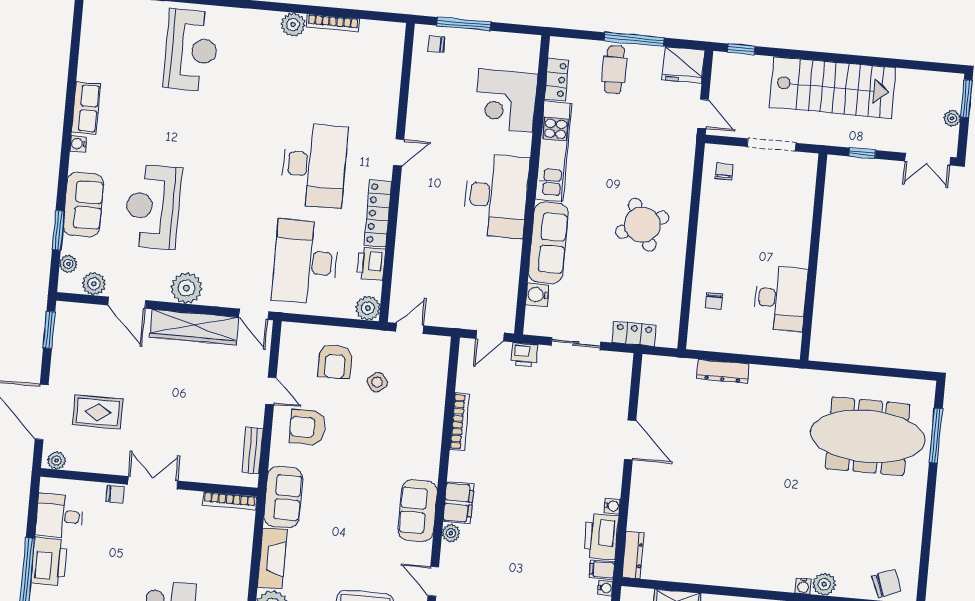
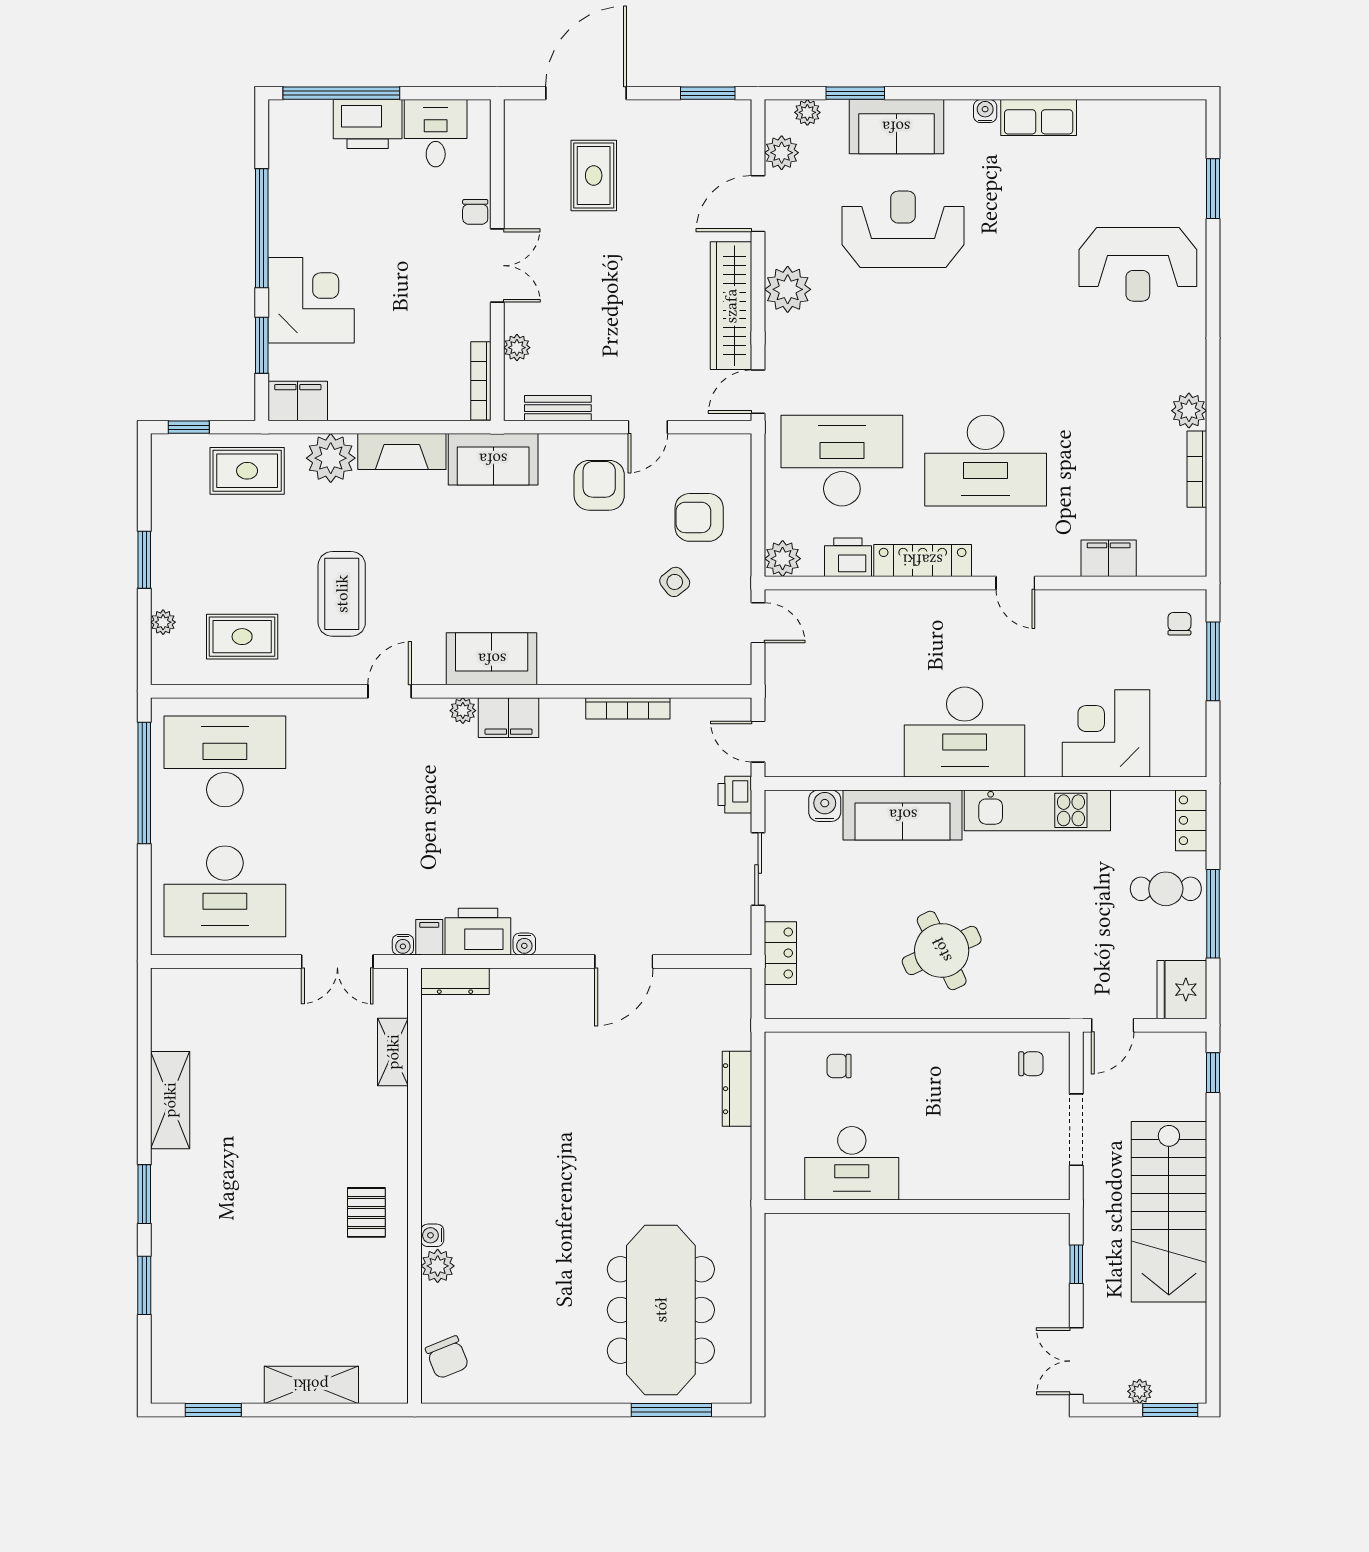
locker: (557, 80) -> (1191, 820), moved, turned 90
filing cabinet: (388, 88) -> (1109, 558), added
plant: (57, 460) -> (517, 348), moved

